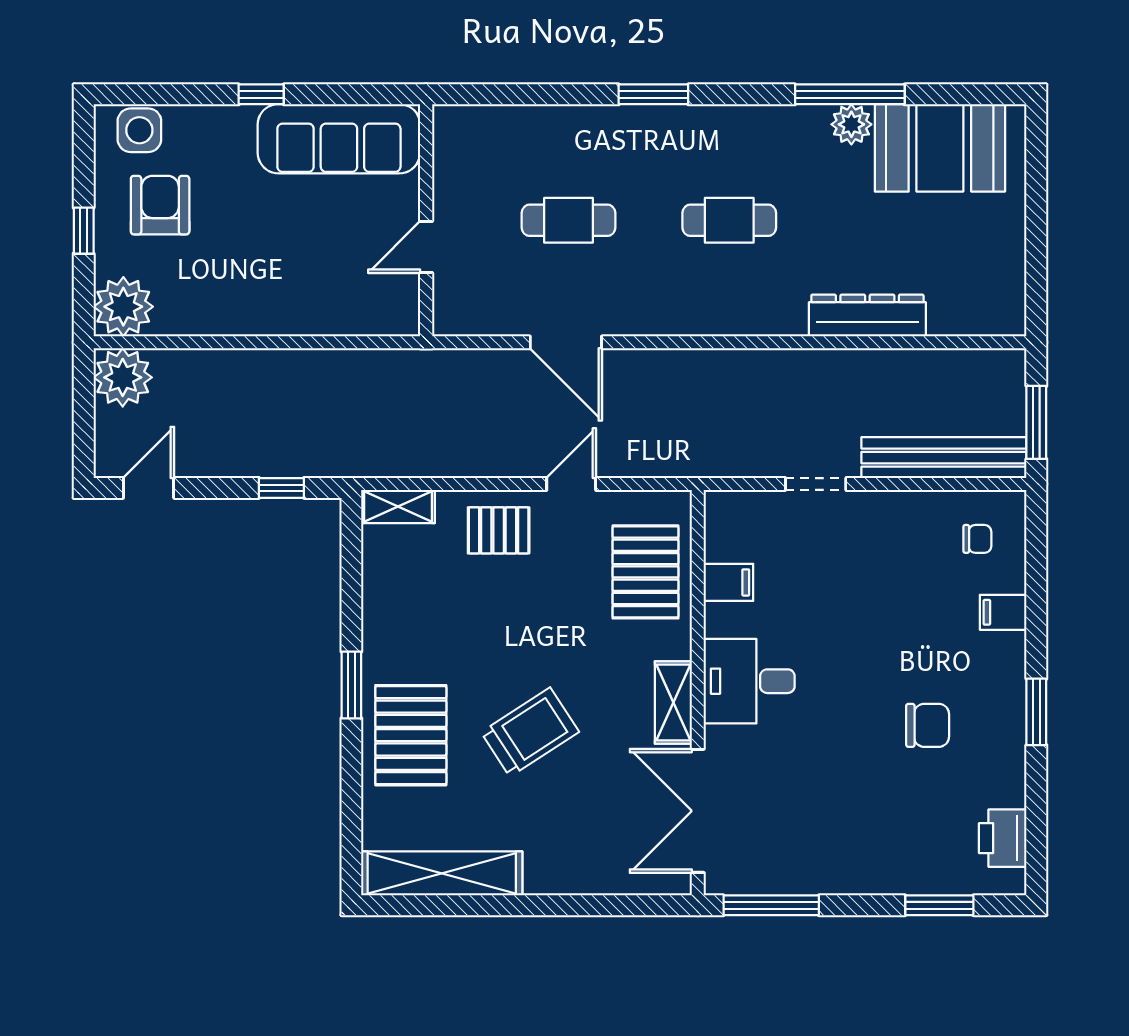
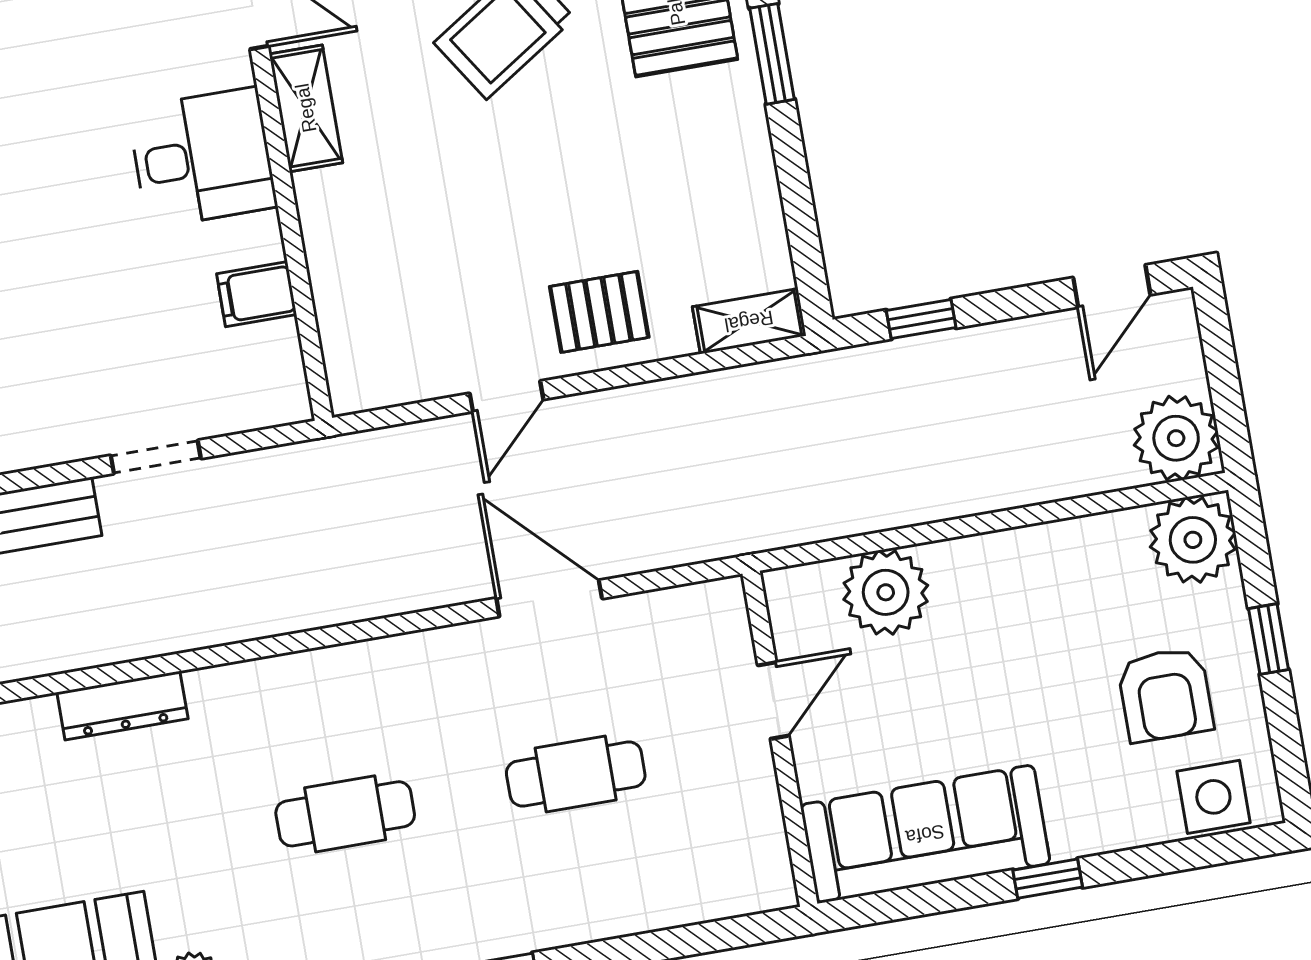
plant: (337, 307) -> (886, 592), added
dresser: (867, 316) -> (122, 706), width x0.73, depth x0.80
pallet: (645, 572) -> (378, 289), removed

